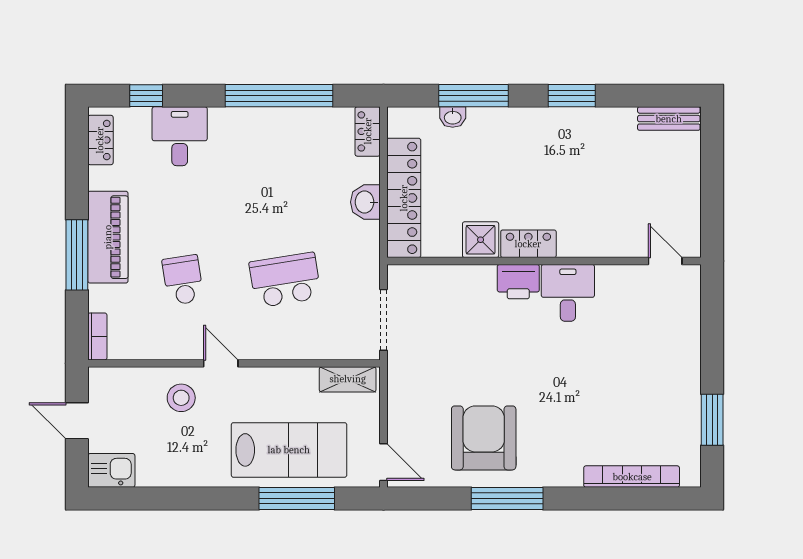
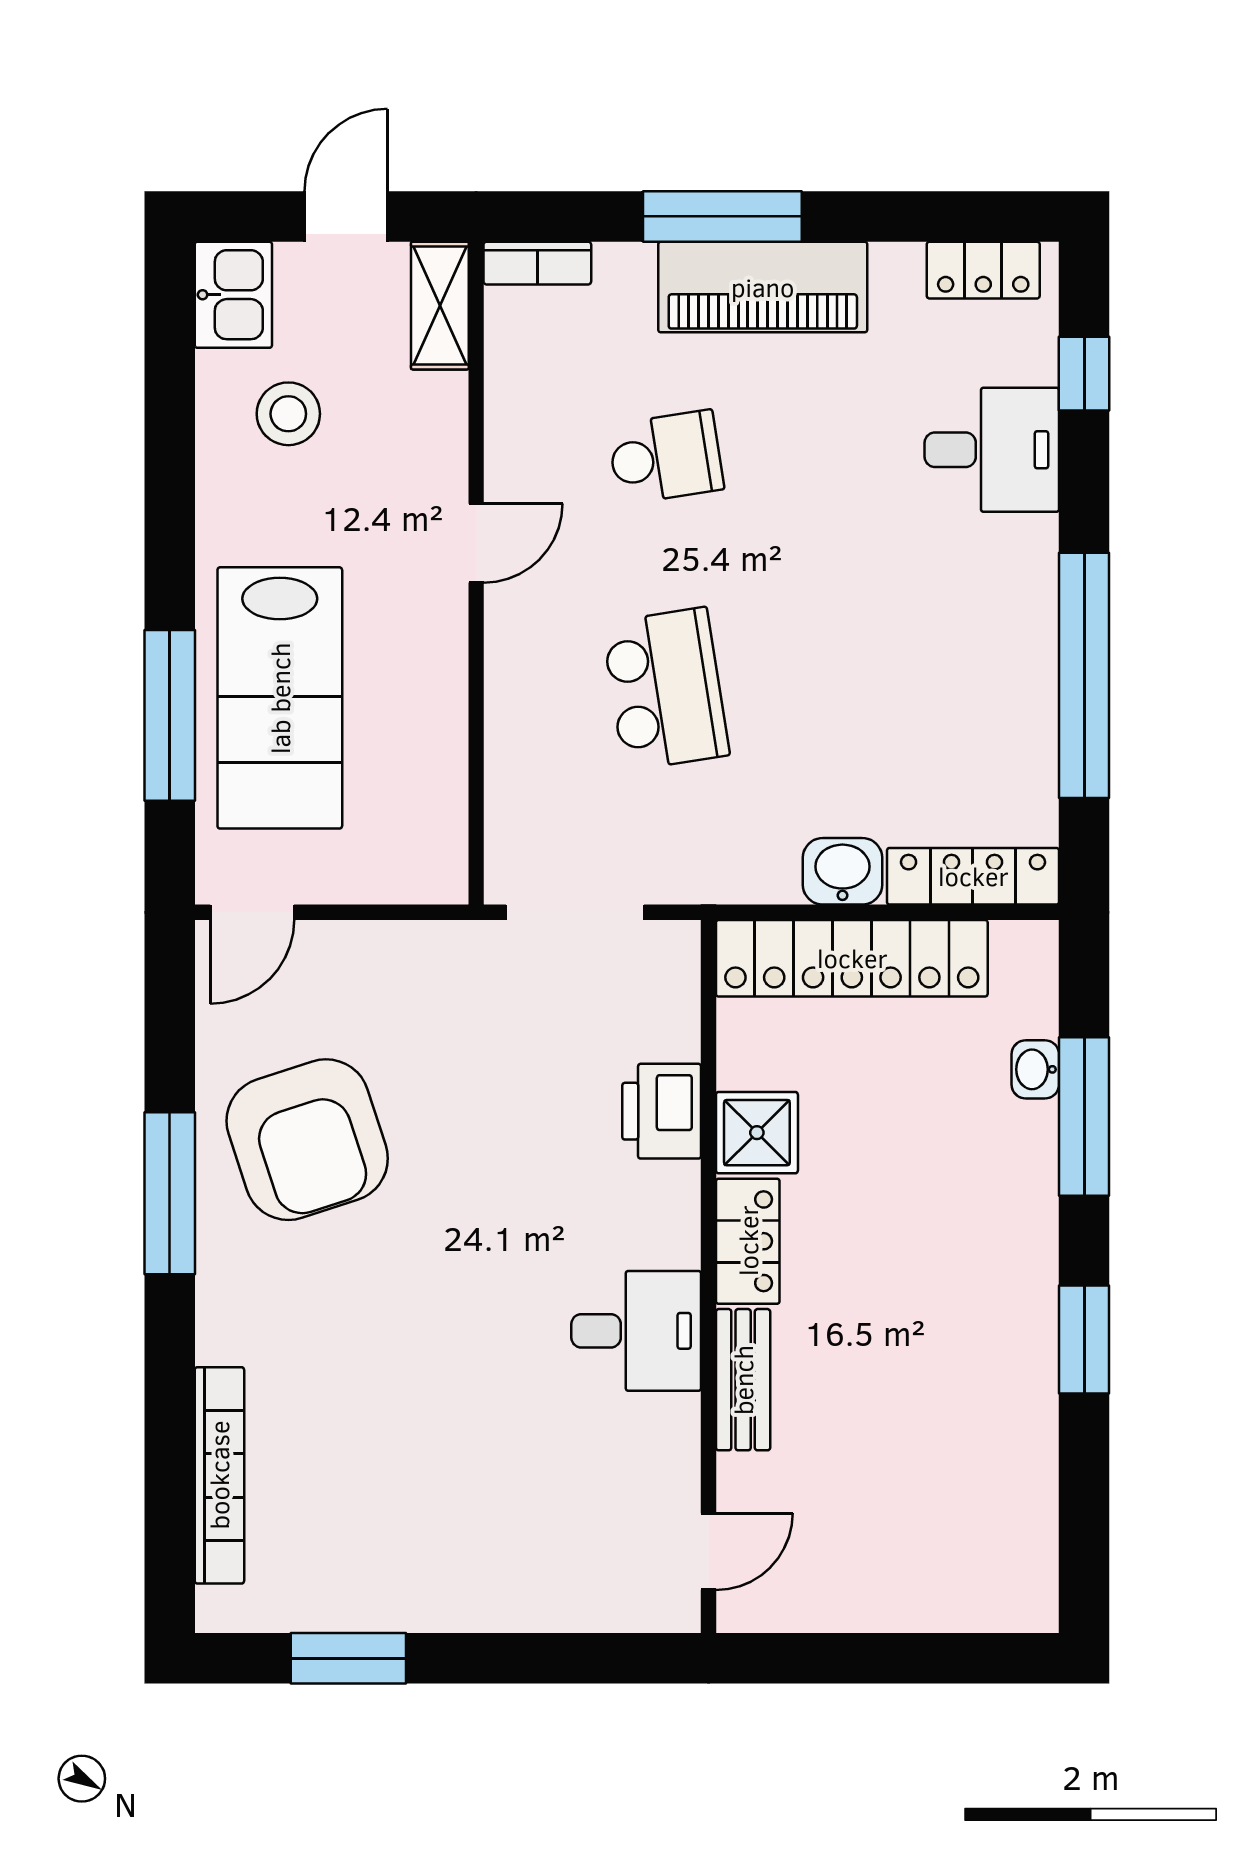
bench: (669, 119) -> (743, 1380), moved
locker: (368, 131) -> (973, 876), width x1.53
printer: (518, 282) -> (662, 1111), moved
shelving: (348, 379) -> (440, 306), moved
stool: (181, 398) -> (288, 414), moved
armchair: (484, 438) -> (307, 1140), turned 72

